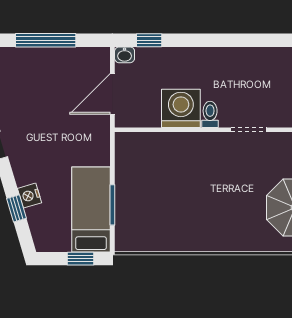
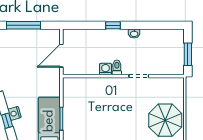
window: (149, 40) -> (113, 25), moved
washbasin: (125, 55) -> (134, 34), moved
washing machine: (181, 108) -> (105, 69), width x0.53, depth x0.53

